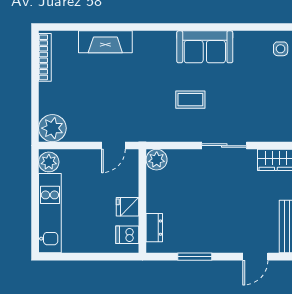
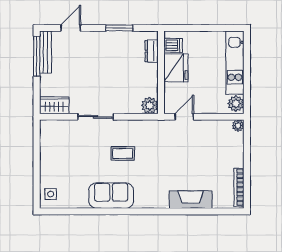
plant: (52, 128) -> (238, 126), width x0.53, depth x0.53
fridge: (128, 207) -> (176, 68), width x1.88, depth x1.34

